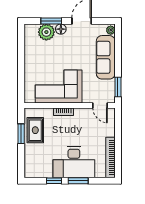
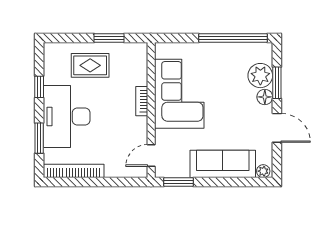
window: (21, 50) -> (233, 38), added
rug: (35, 130) -> (90, 65), moved
window: (78, 181) -> (39, 138), moved

